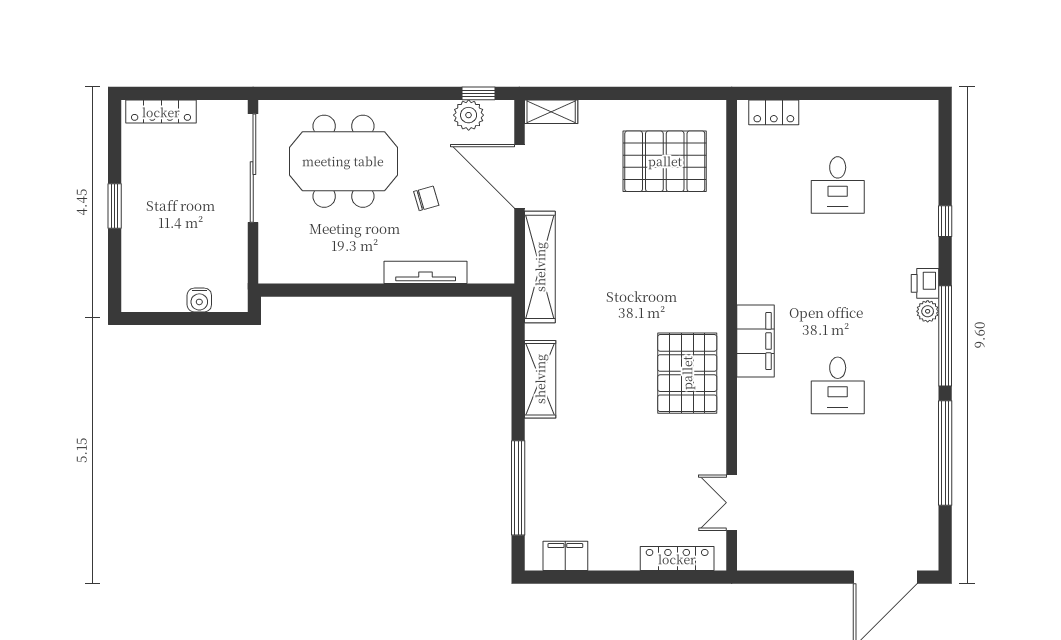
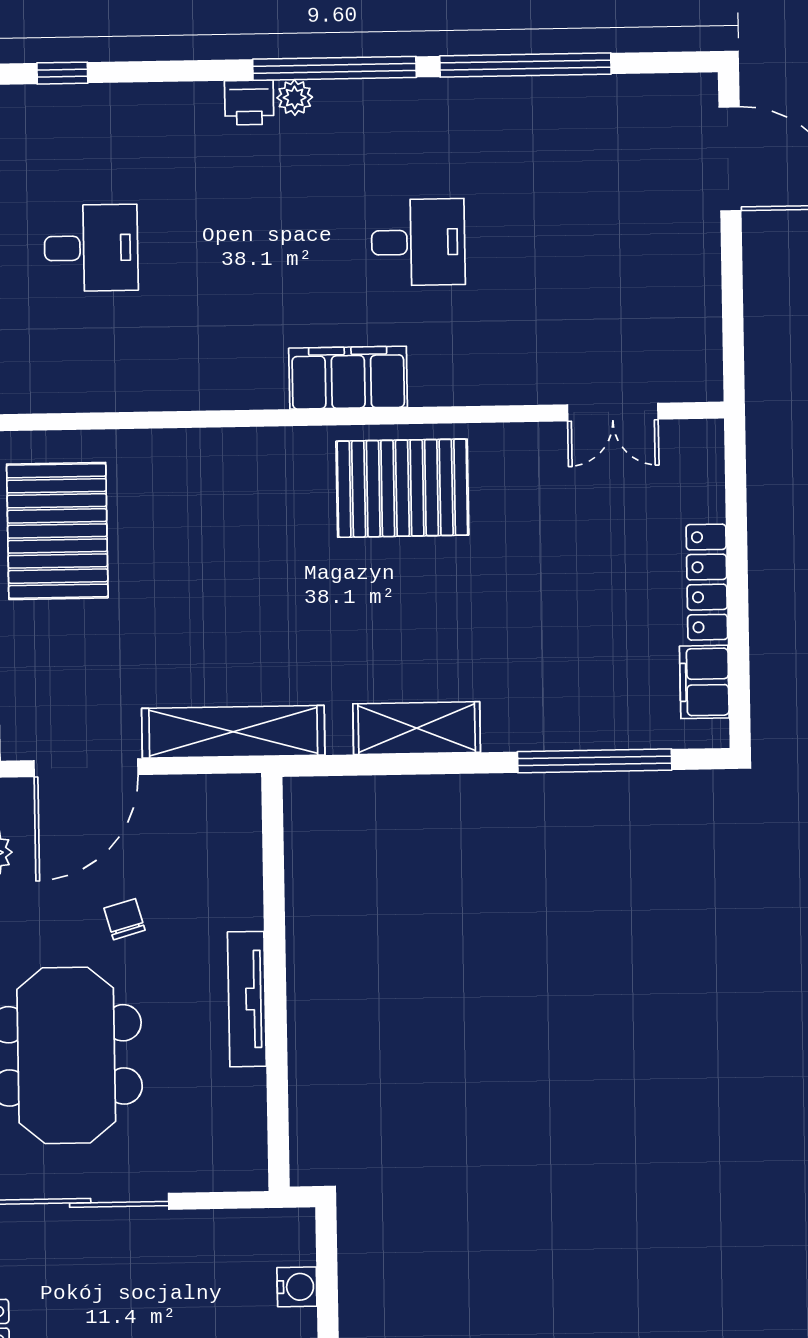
window: (945, 221) -> (62, 73), moved
tv unit: (426, 272) -> (247, 999), moved
locker: (677, 559) -> (707, 582), moved

